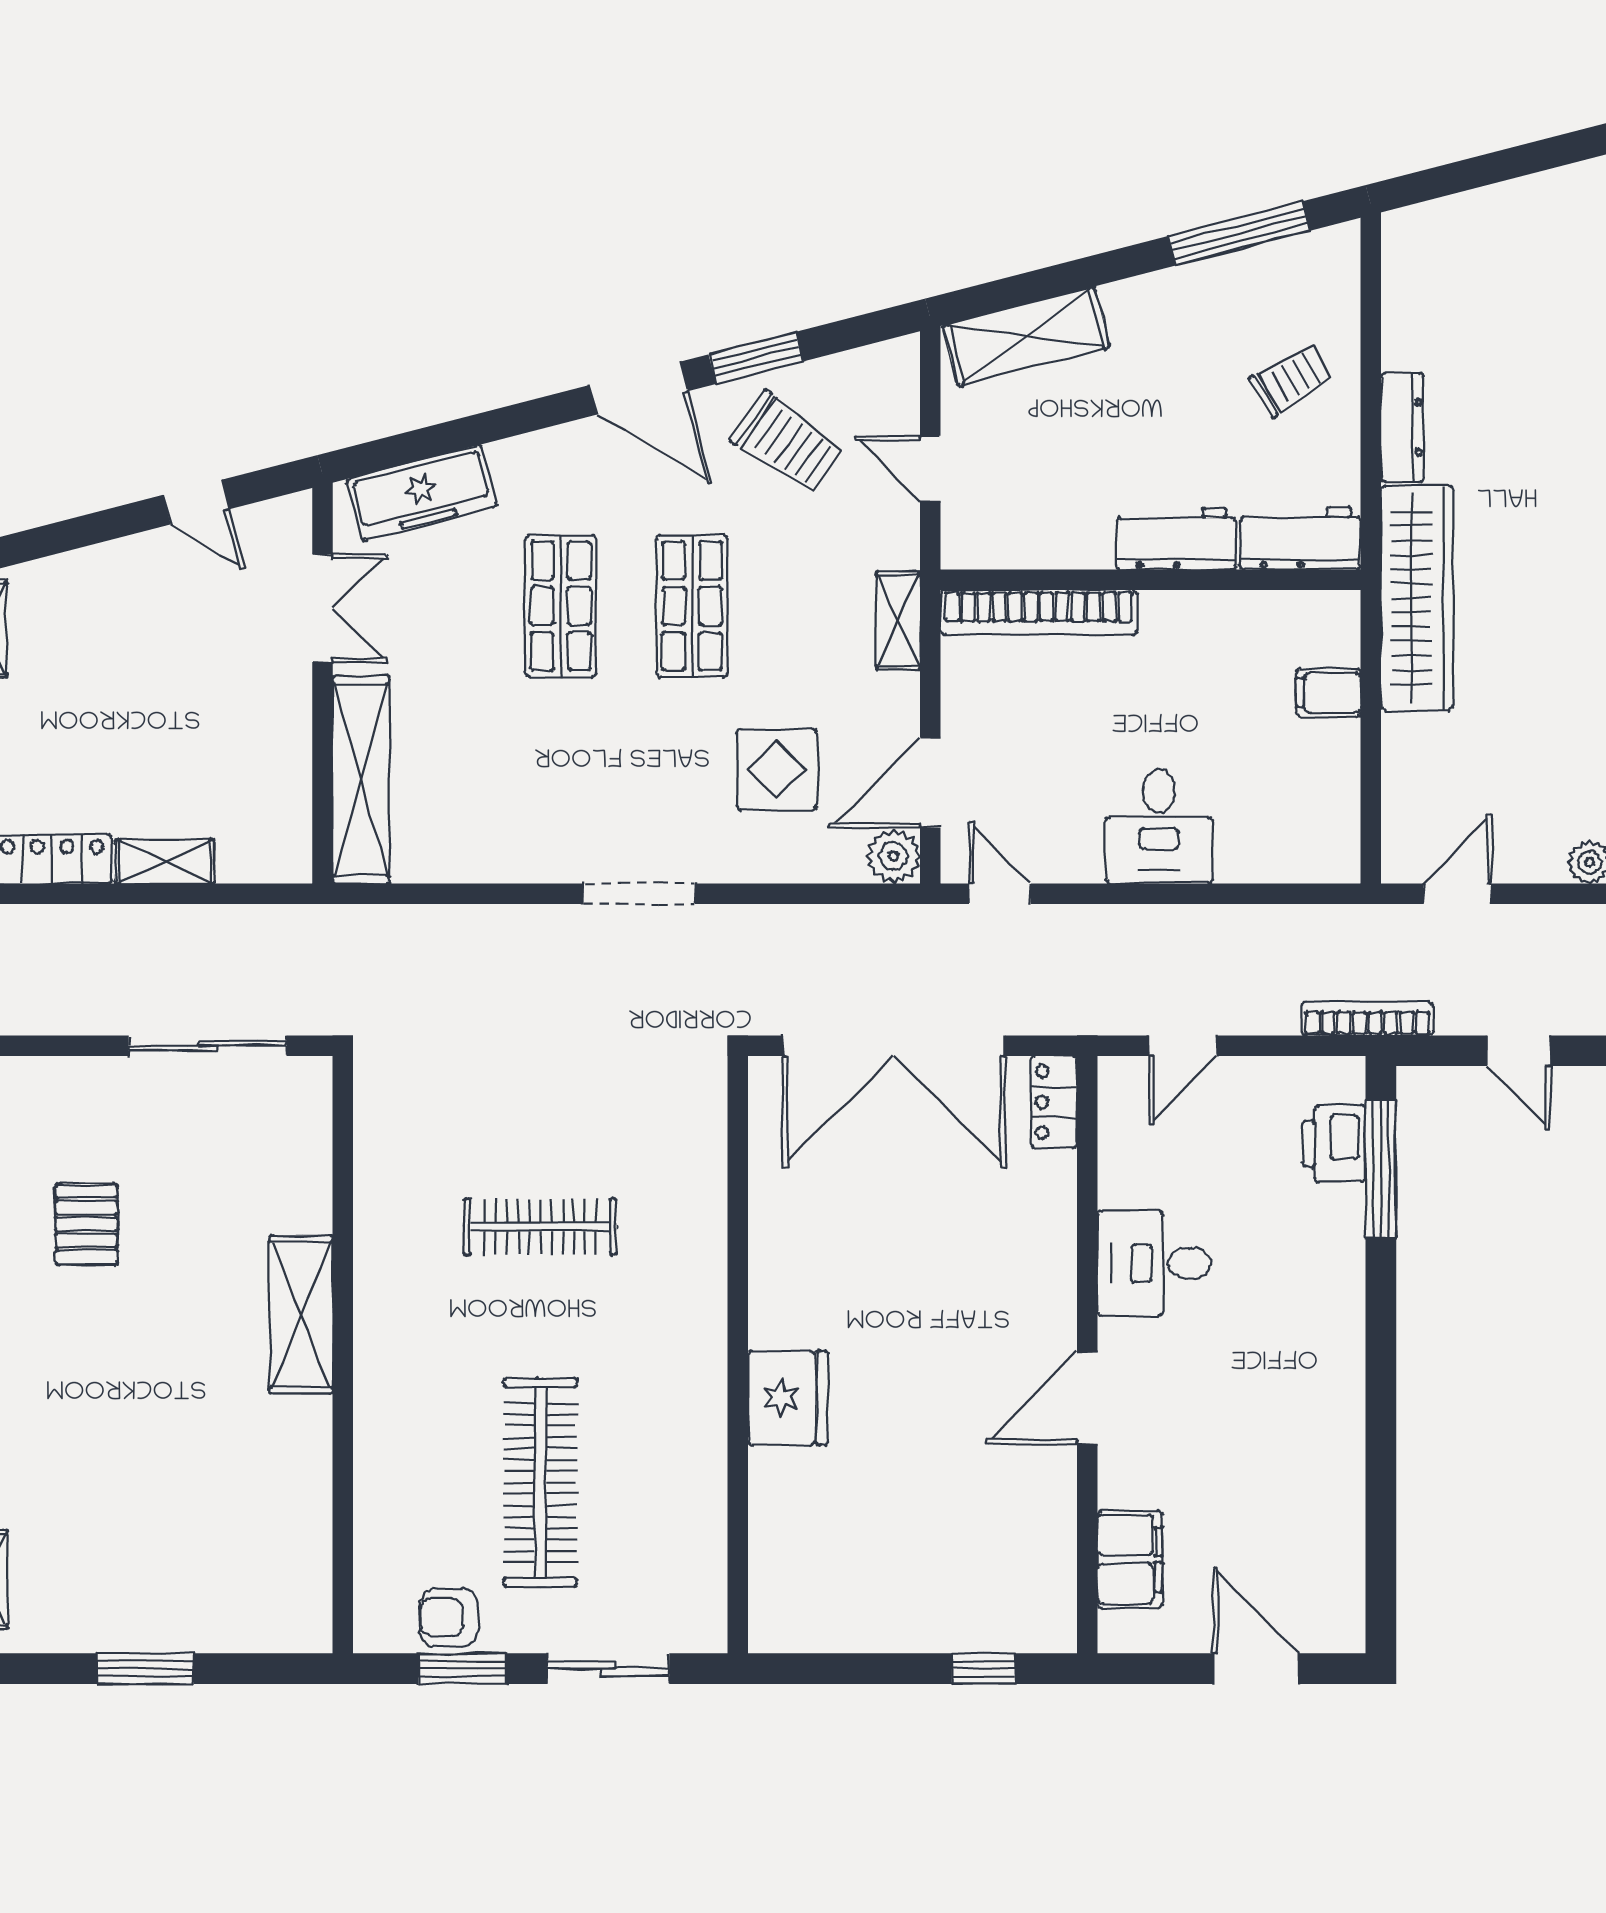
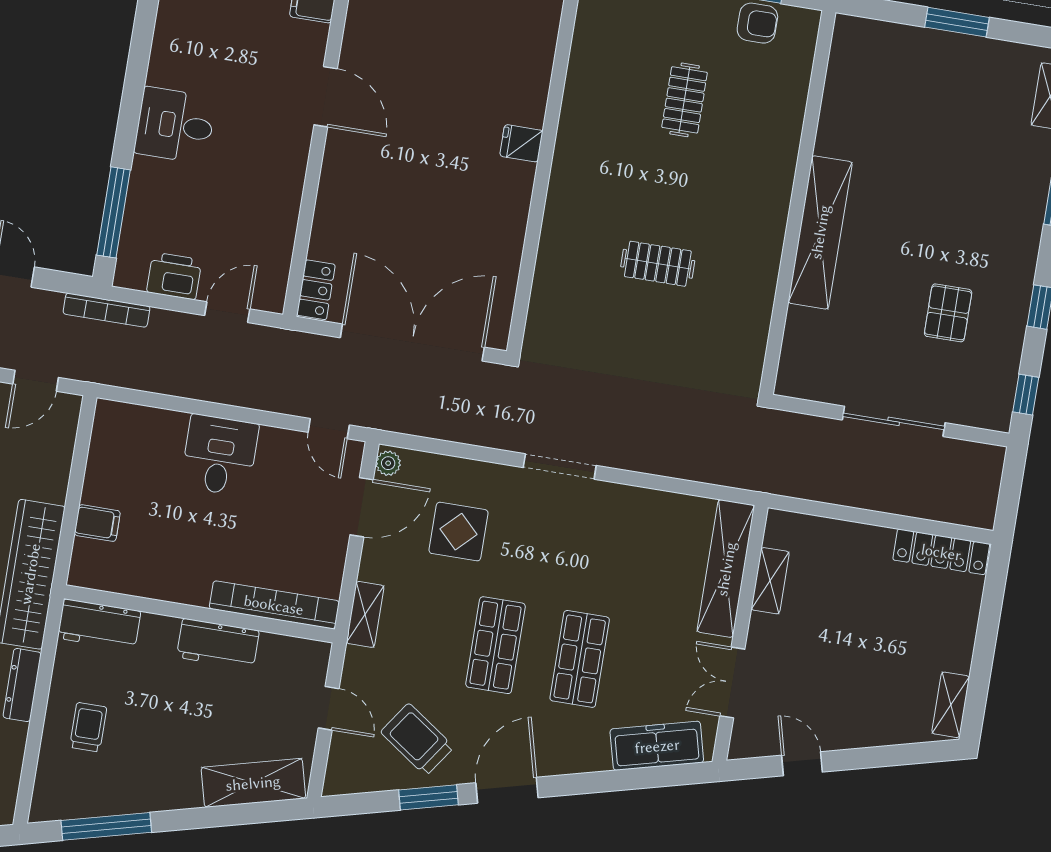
trolley: (1291, 380) -> (88, 727), turned 121
door: (639, 388) -> (507, 790), hinge flipped
workbench: (1176, 539) -> (218, 644), moved
plant: (893, 856) -> (388, 463), width x0.73, depth x0.73
shelving: (165, 862) -> (770, 581), moved, turned 90
sliding door: (208, 1046) -> (894, 421), moved
printer: (1334, 1144) -> (174, 276), moved, turned -90
clothes rail: (540, 1227) -> (658, 264), width x0.73
desk: (1154, 1263) -> (175, 125), moved, turned 180
shelving: (301, 1315) -> (820, 232), width x1.47
fridge: (788, 1398) -> (521, 143), width x0.53, depth x0.75
door: (1087, 1398) -> (326, 97), hinge flipped
clothes rail: (540, 1483) -> (685, 100), width x0.54, depth x0.76

